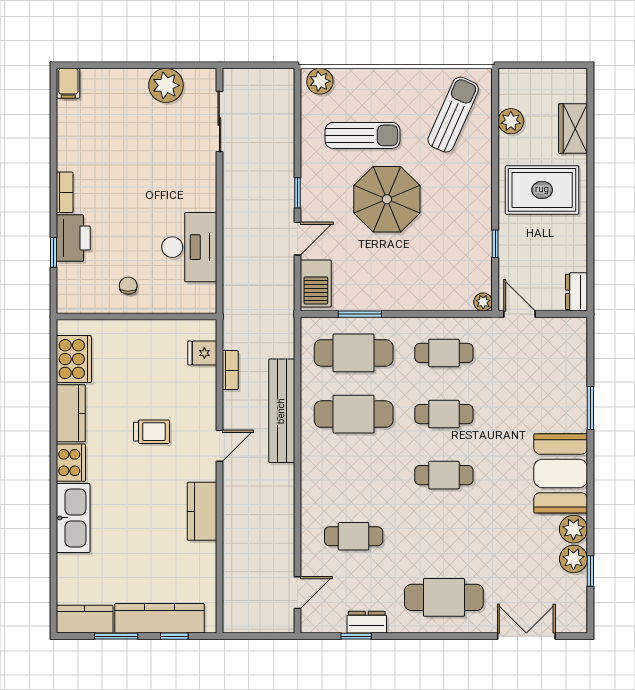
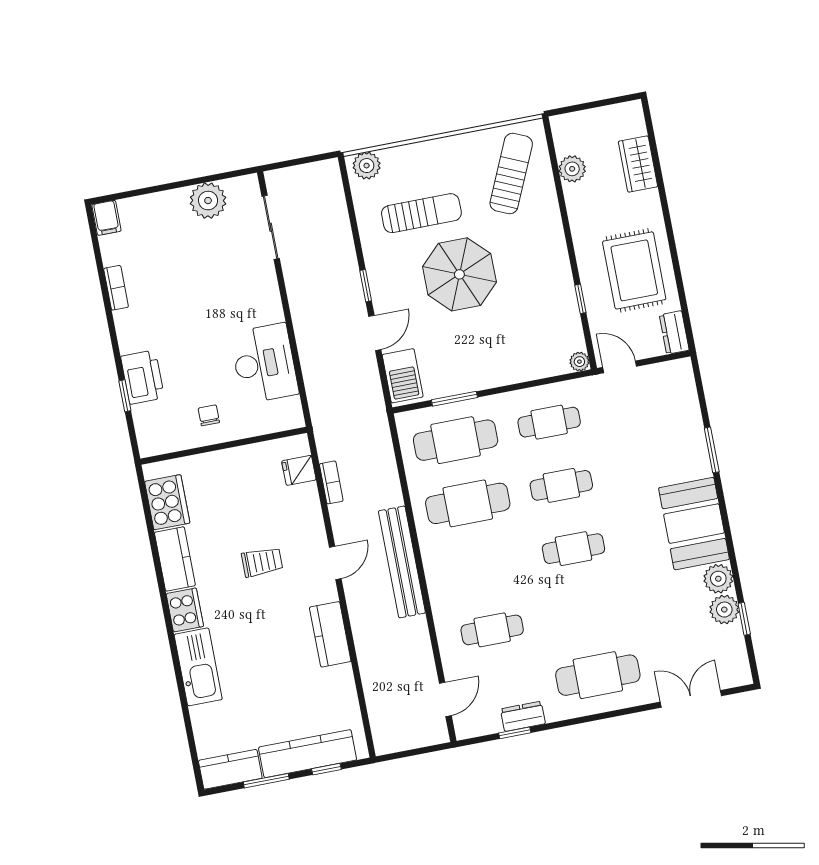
rug: (542, 190) -> (634, 270), moved, turned 90
bookcase: (65, 192) -> (116, 288), moved
bench: (282, 411) -> (402, 562), moved

